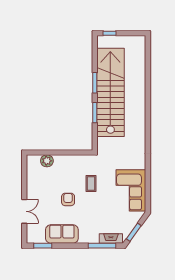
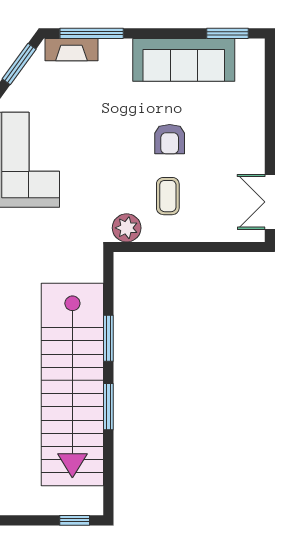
plant: (47, 161) -> (127, 228), moved
coffee table: (91, 183) -> (168, 196), moved
double door: (24, 211) -> (270, 202), moved
sofa: (62, 234) -> (184, 60), width x1.36

